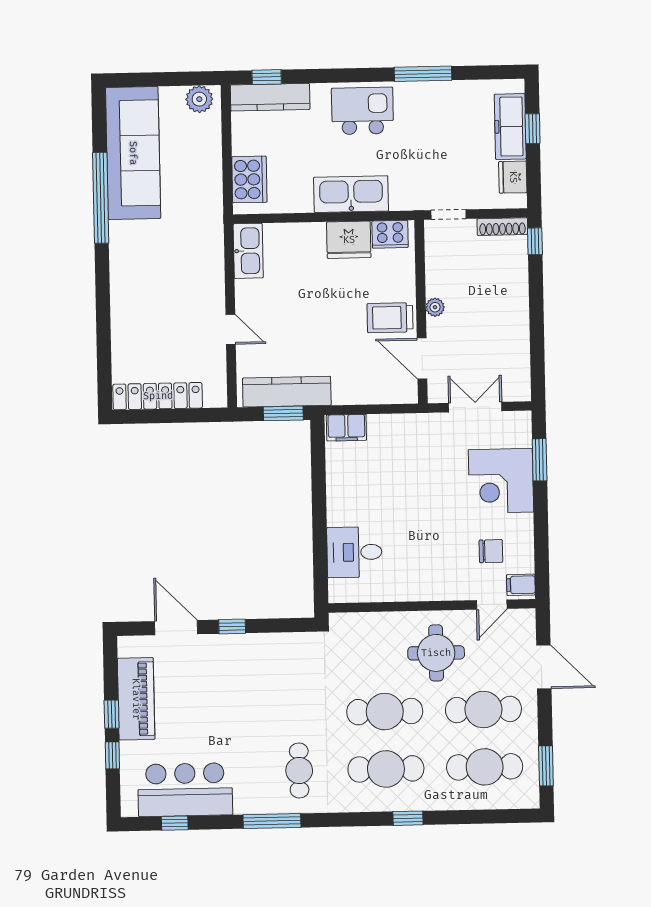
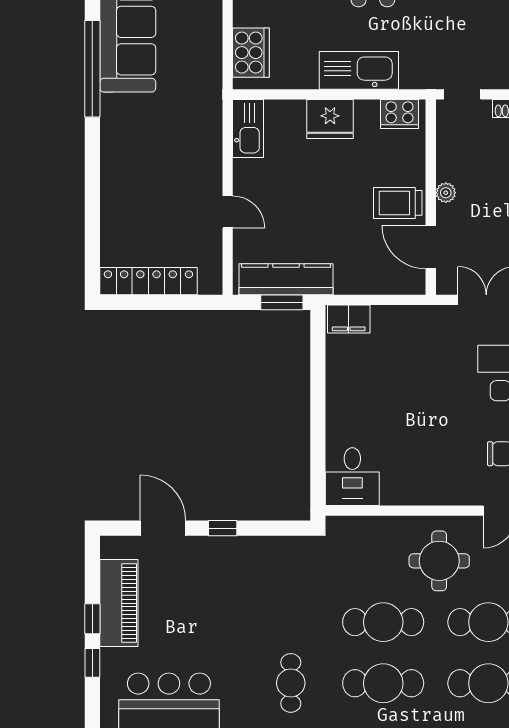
fridge: (349, 240) -> (330, 119), moved
desk: (354, 552) -> (352, 477), moved, turned -90

